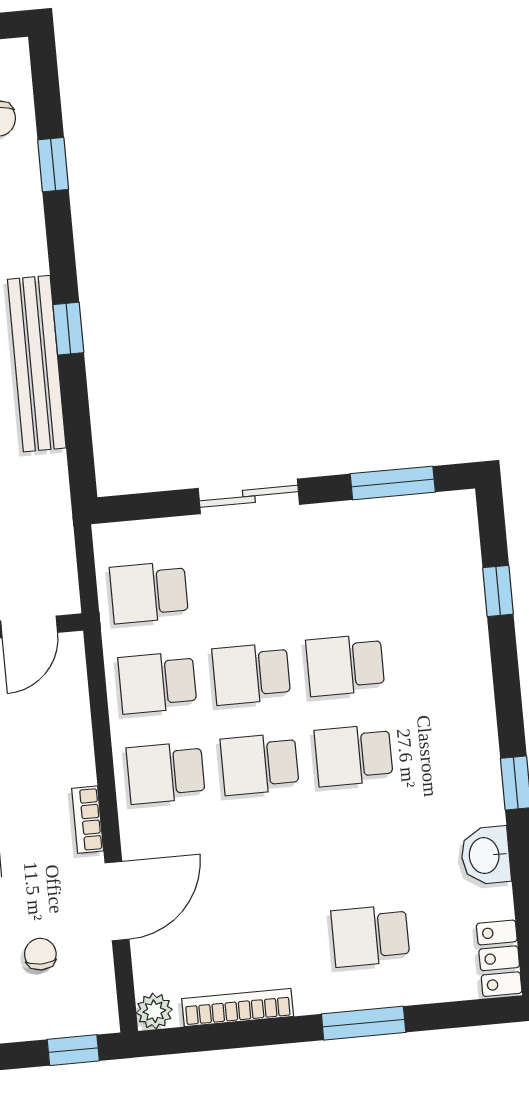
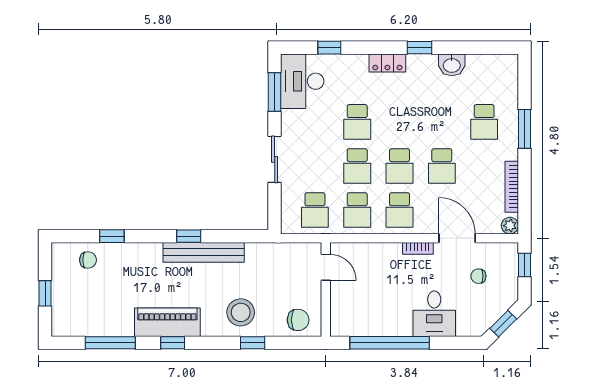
desk: (421, 540) -> (302, 81), added
school desk: (354, 755) -> (442, 166), moved
locker: (499, 958) -> (387, 63), moved

